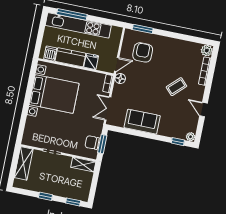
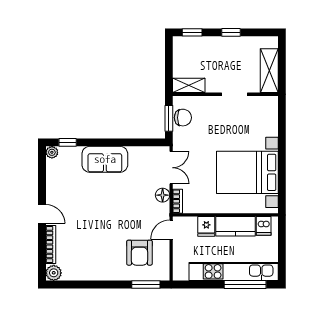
floor lamp: (120, 78) -> (163, 195), moved
coffee table: (176, 87) -> (85, 216), removed
door: (203, 110) -> (42, 214), moved
sofa: (142, 122) -> (105, 159), moved

